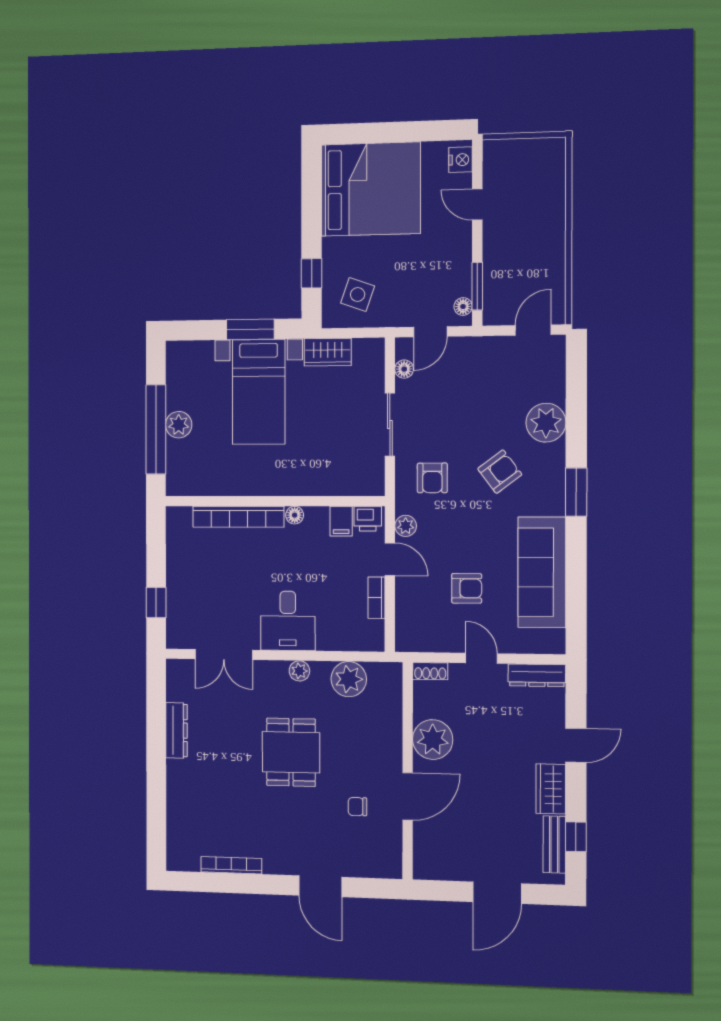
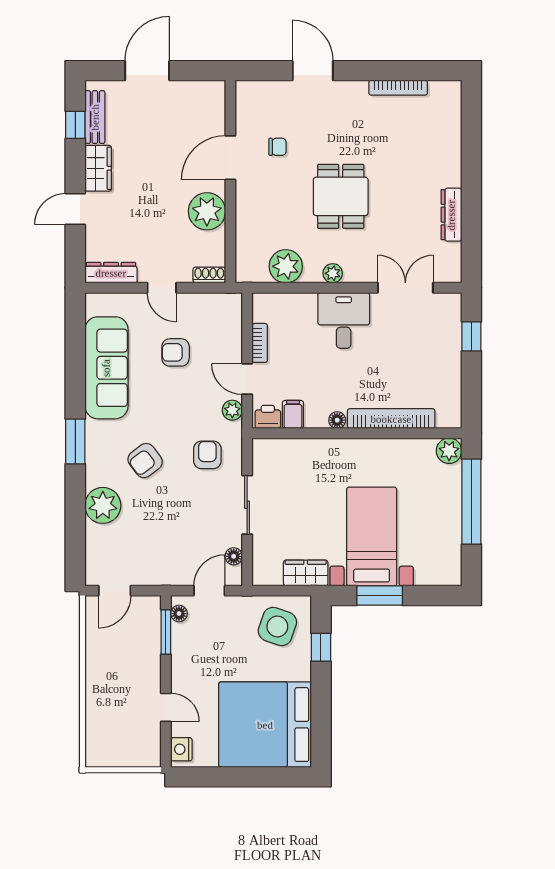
side table: (358, 295) -> (277, 627), width x1.37, depth x1.37
plant: (179, 425) -> (449, 451), moved

